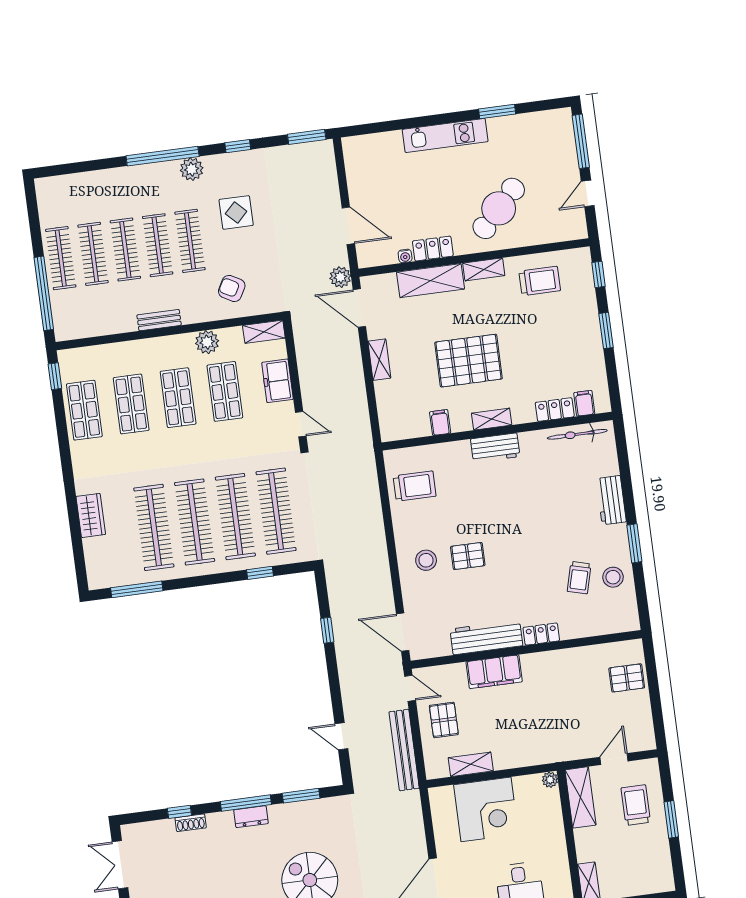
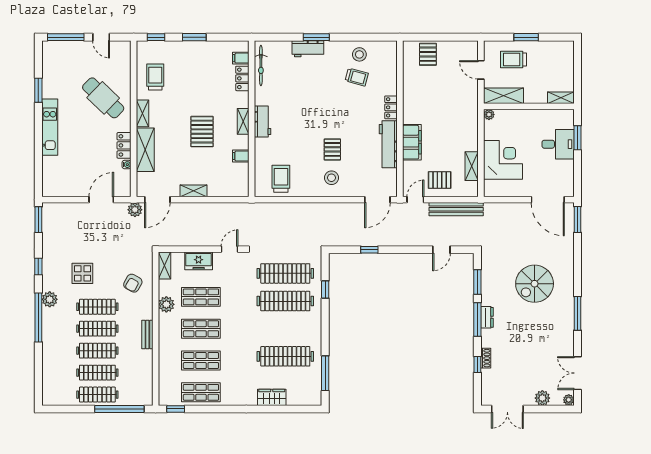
pallet: (469, 361) -> (202, 132), width x0.73, depth x0.71
clothes rail: (195, 522) -> (285, 329), removed
window: (634, 543) -> (316, 37), moved

